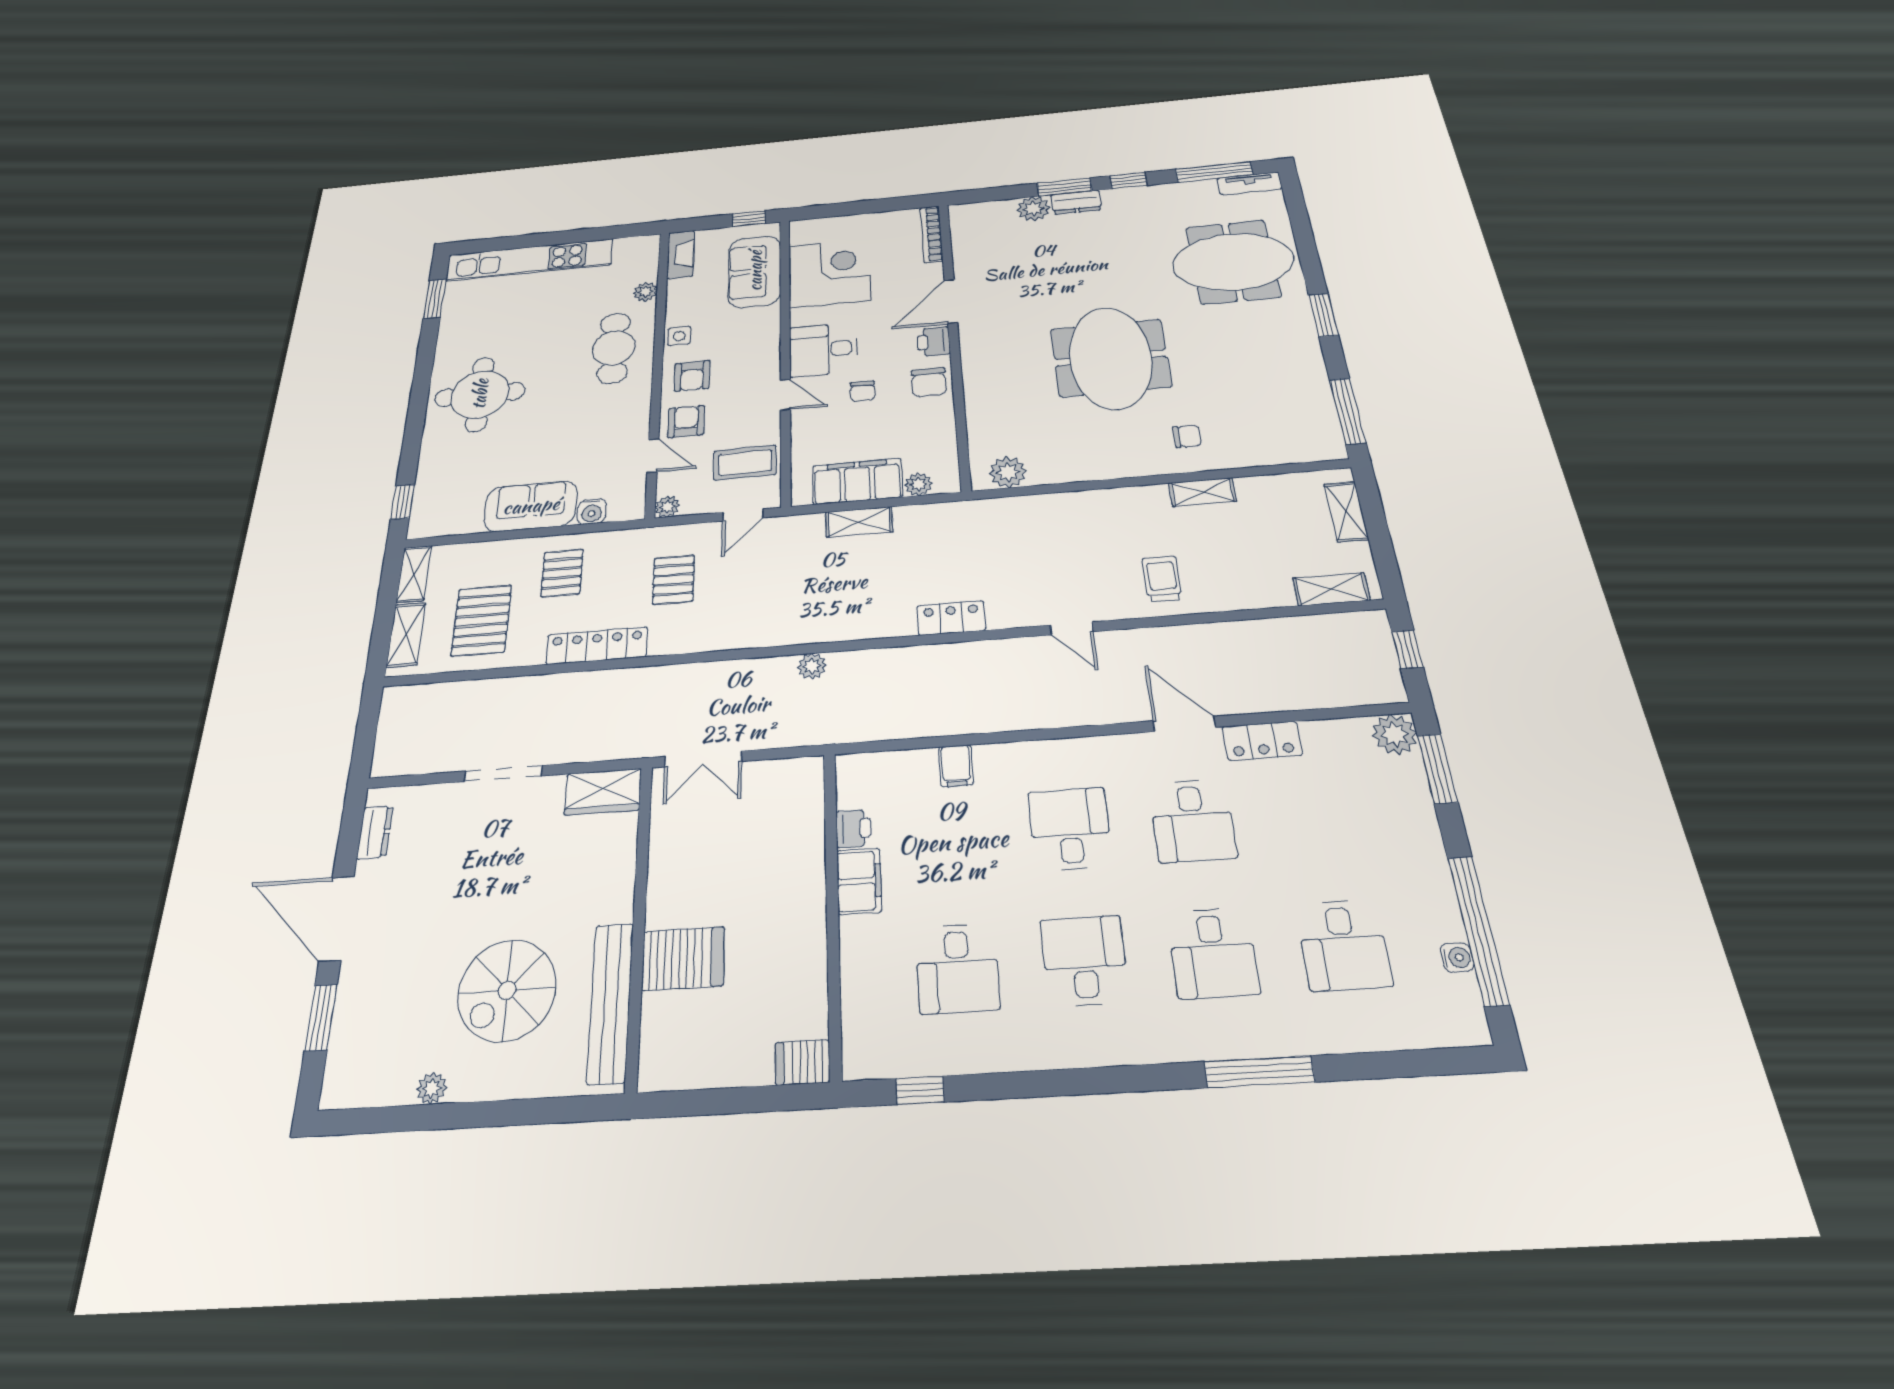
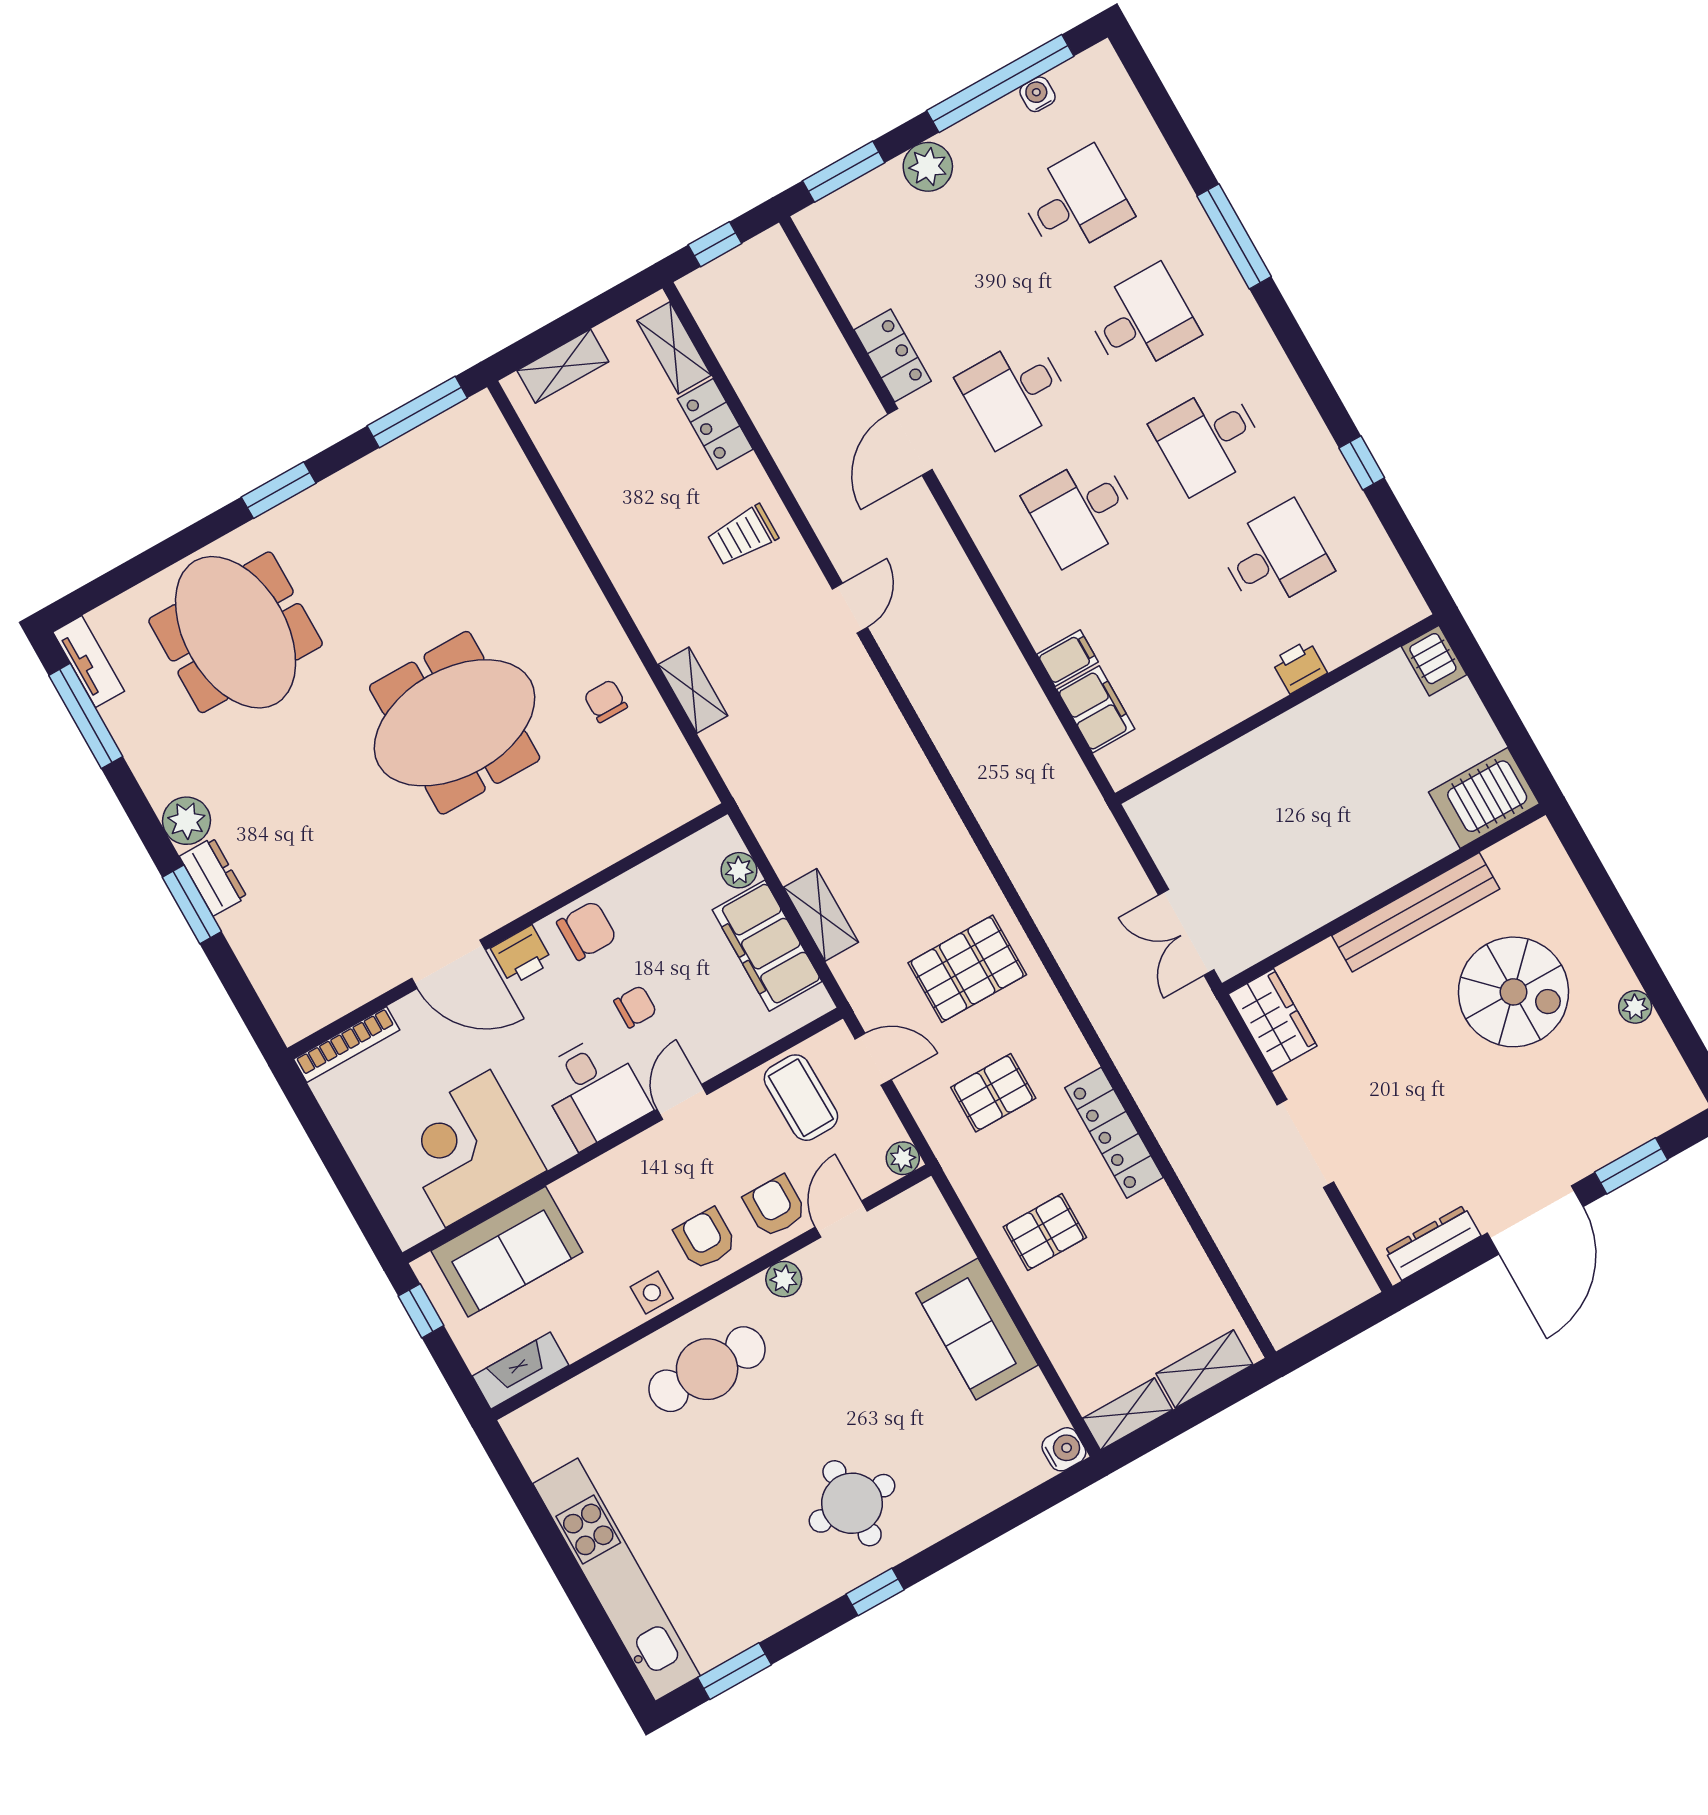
window: (1128, 181) -> (146, 823), removed
plant: (1034, 209) -> (187, 821), moved
plant: (645, 292) -> (784, 1279), moved
armchair: (692, 376) -> (705, 1239), turned -90
round table: (480, 394) -> (852, 1503), width x0.73, depth x0.73
armchair: (686, 421) -> (775, 1206), turned 90
chair: (1187, 436) -> (606, 701), moved
plant: (1008, 472) -> (676, 772), removed
shelving: (1202, 492) -> (693, 690), moved
window: (403, 502) -> (875, 1592), moved
water cooler: (592, 512) -> (1064, 1449), moved
locker: (951, 618) -> (715, 424), moved
pallet: (482, 620) -> (967, 969), moved
plant: (812, 666) -> (1026, 872), removed
plant: (1395, 734) -> (928, 167), moved
double door: (703, 759) -> (1186, 932), swing flipped
desk: (1192, 821) -> (1014, 392), turned 180
printer: (853, 828) -> (1299, 667), moved
dresser: (375, 832) -> (1433, 1243), width x1.44
filing cabinet: (859, 881) -> (1096, 709), moved, turned 90
server rack: (683, 959) -> (1484, 798), moved, turned -90
bench: (610, 1002) -> (1416, 912), moved
window: (920, 1090) -> (1362, 463), moved

